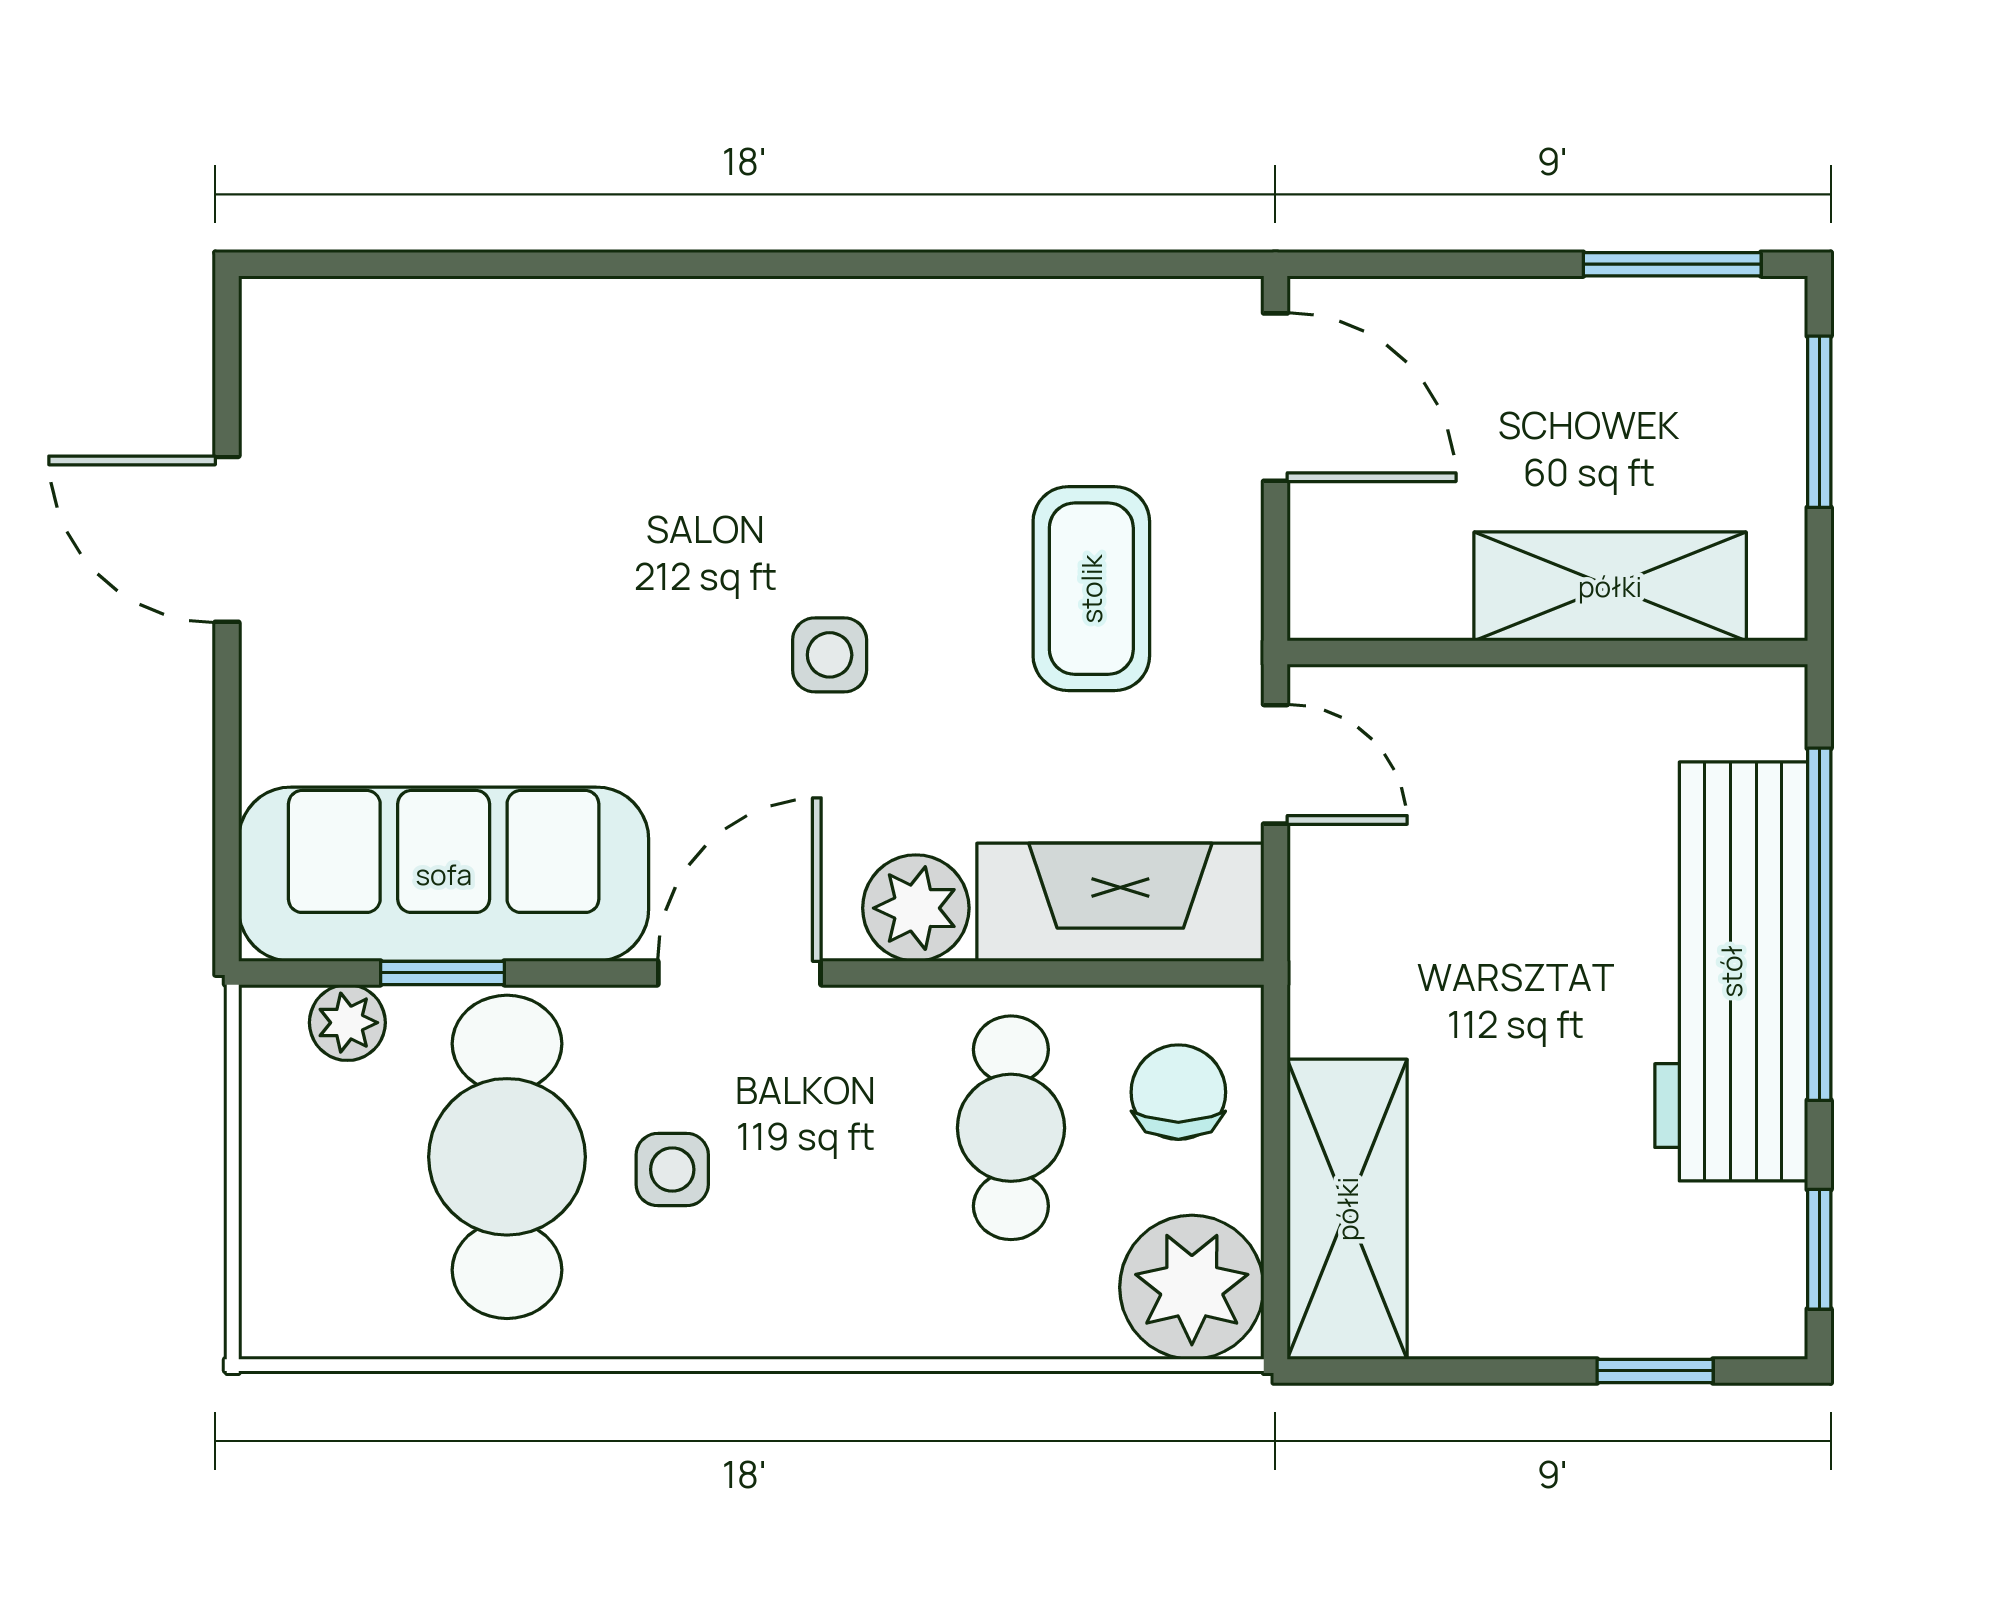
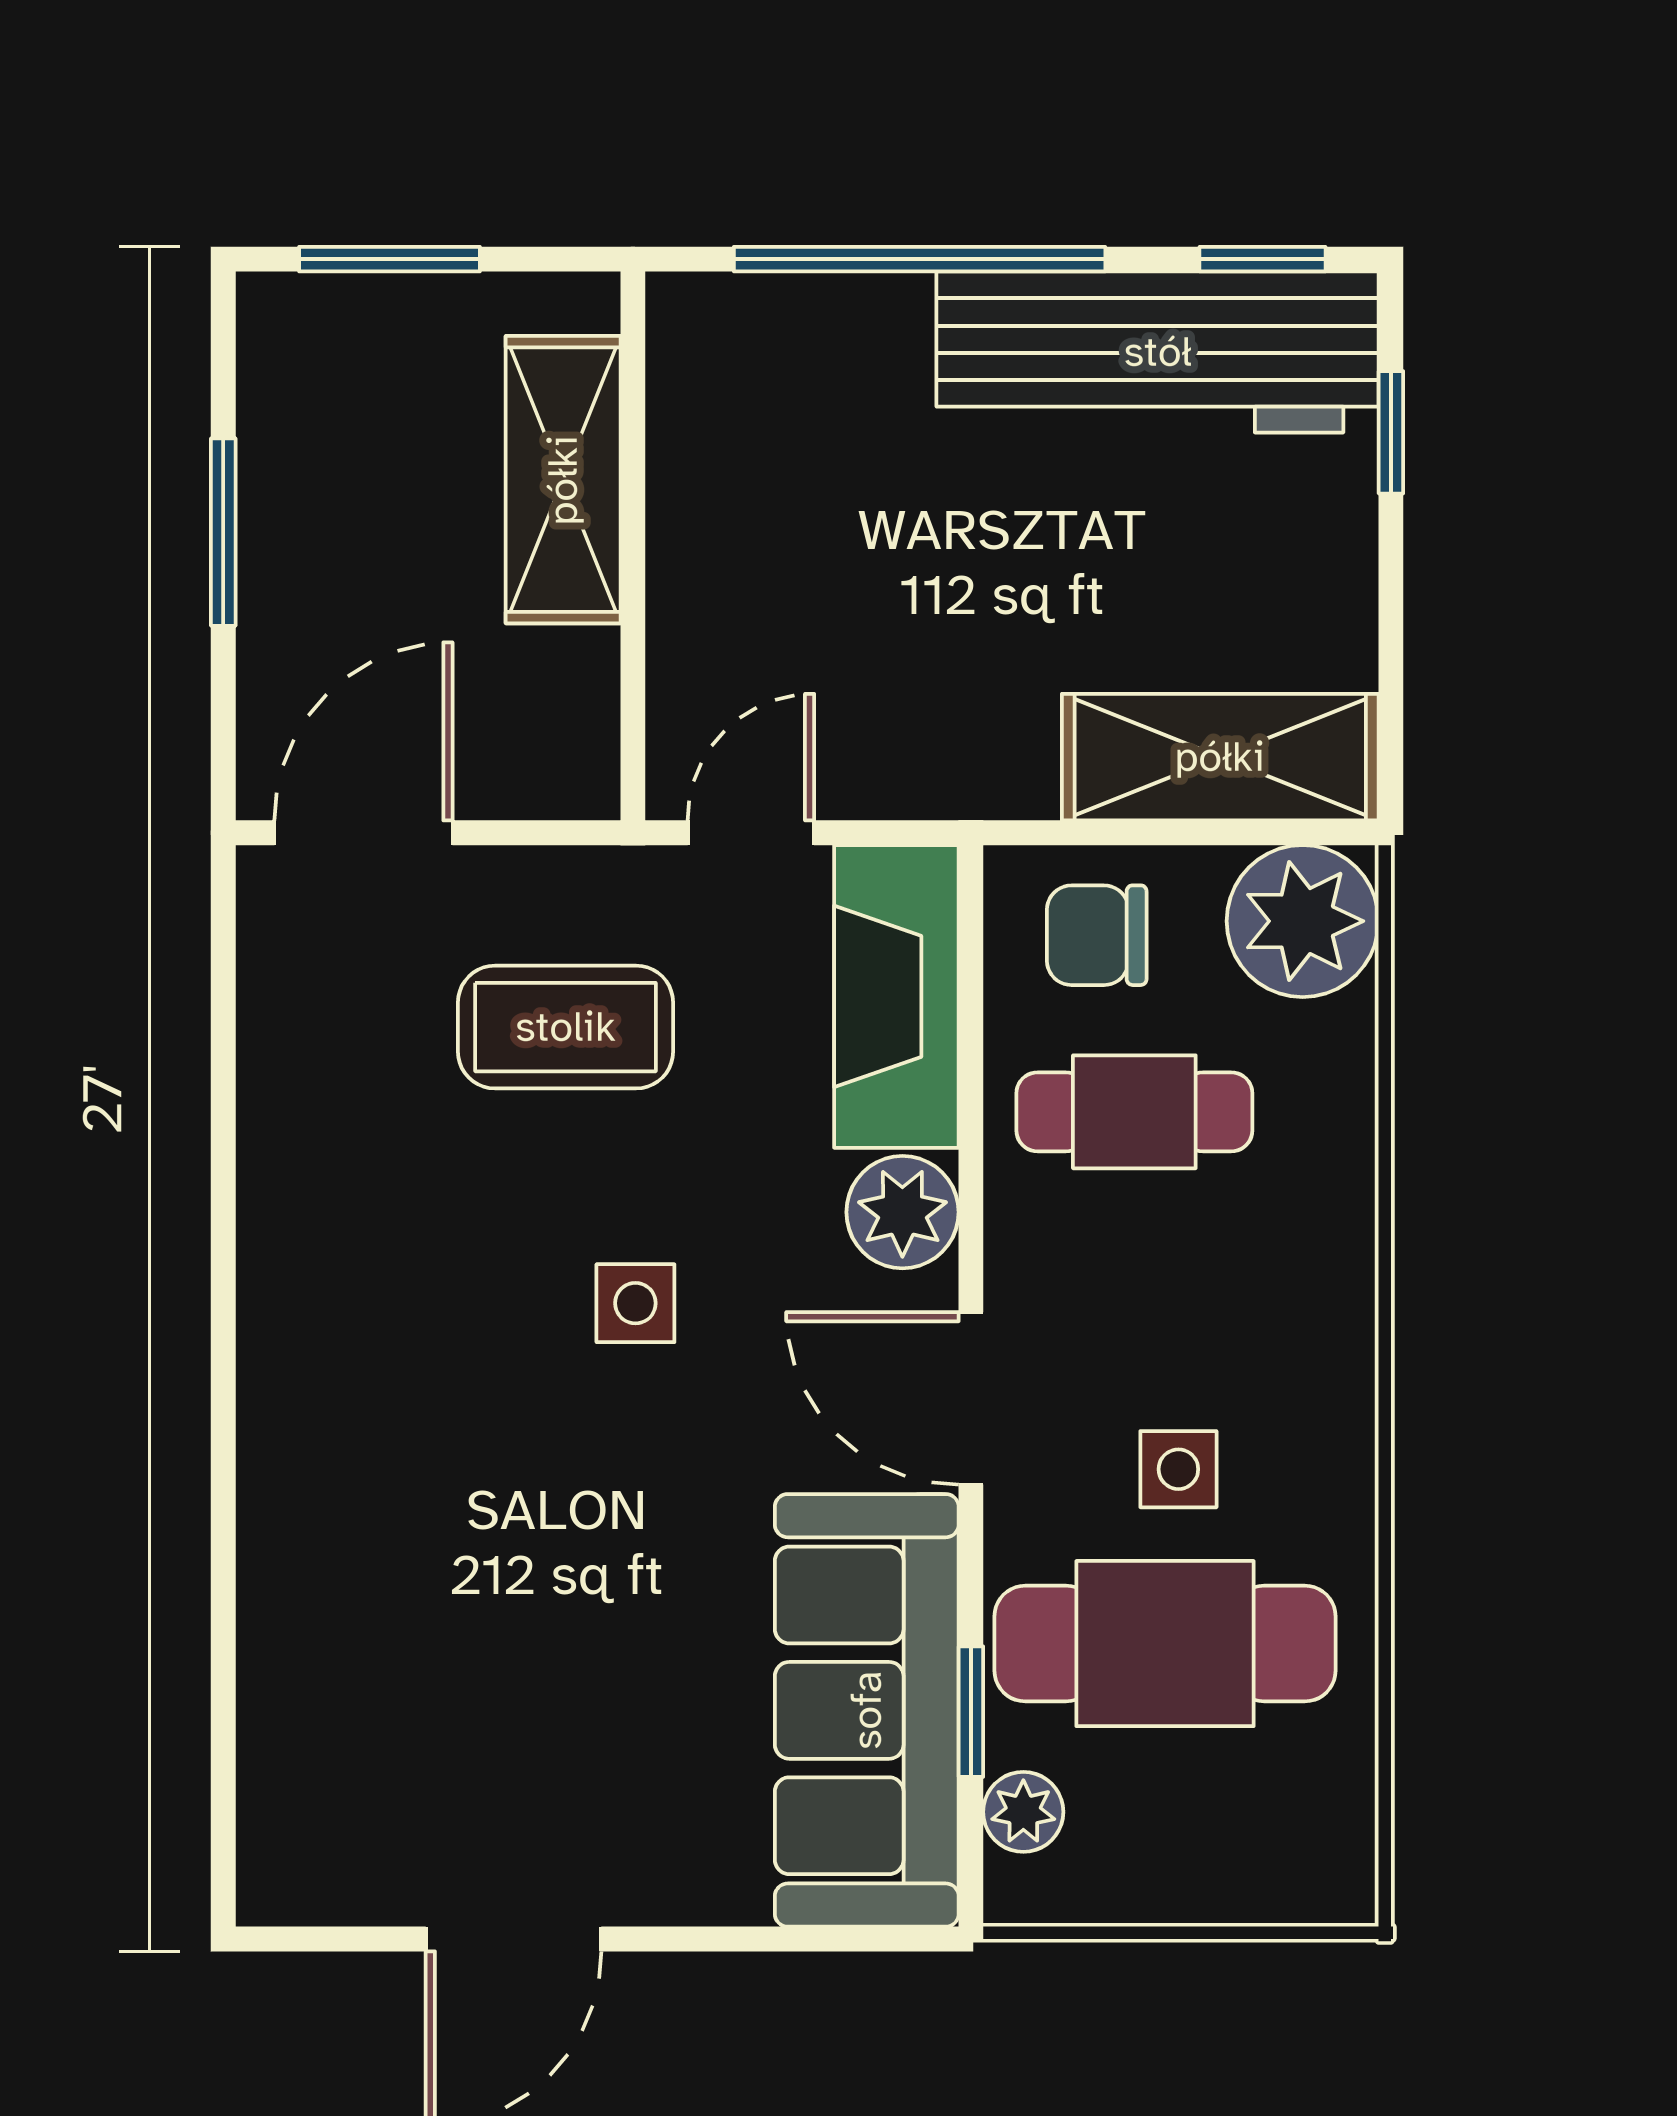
window: (1672, 264) -> (223, 532), moved
workbench: (1731, 971) -> (1158, 352), moved

